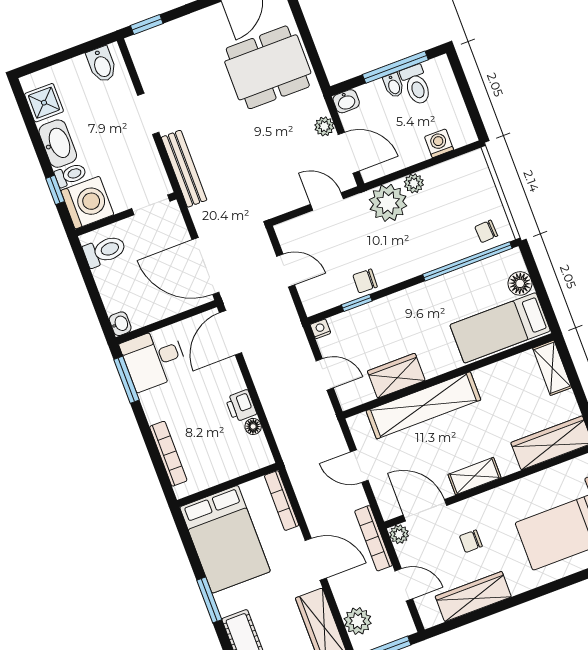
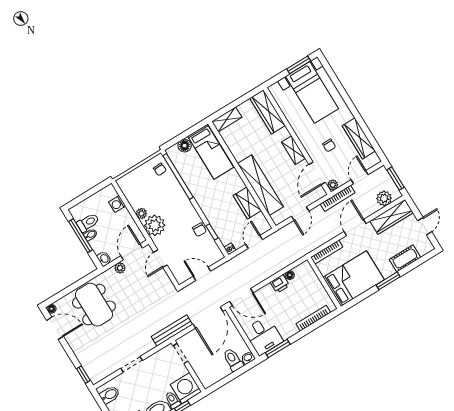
bench: (184, 169) -> (172, 331), moved
toilet: (105, 251) -> (233, 360), moved
door: (286, 271) -> (202, 274), hinge flipped

